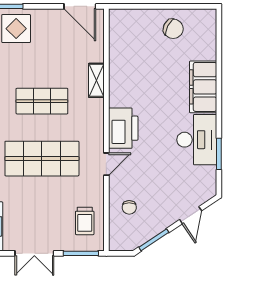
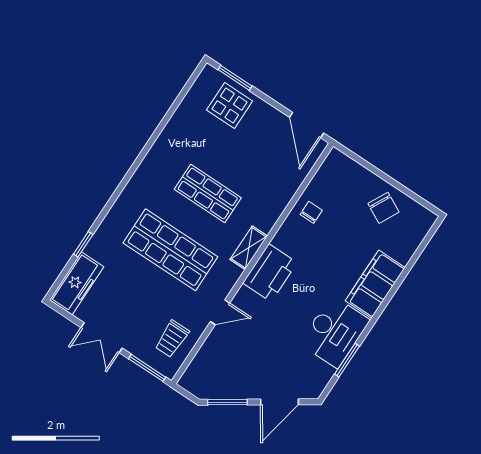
shelving: (96, 80) -> (249, 248), moved
door: (106, 164) -> (220, 312), moved
chair: (129, 207) -> (311, 212), moved, turned 180
door: (191, 215) -> (279, 402), width x1.38

